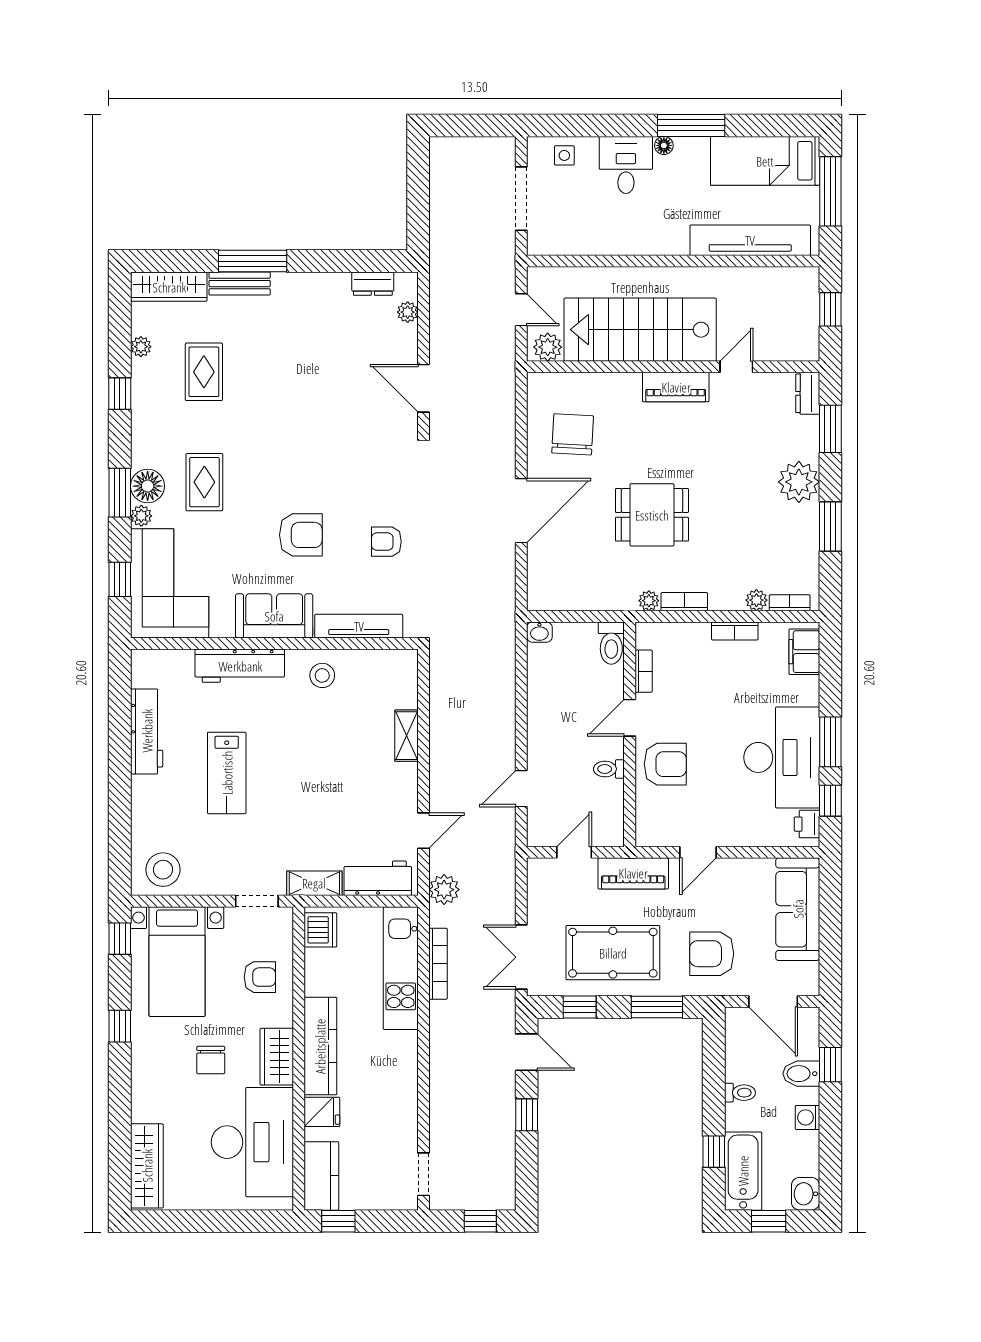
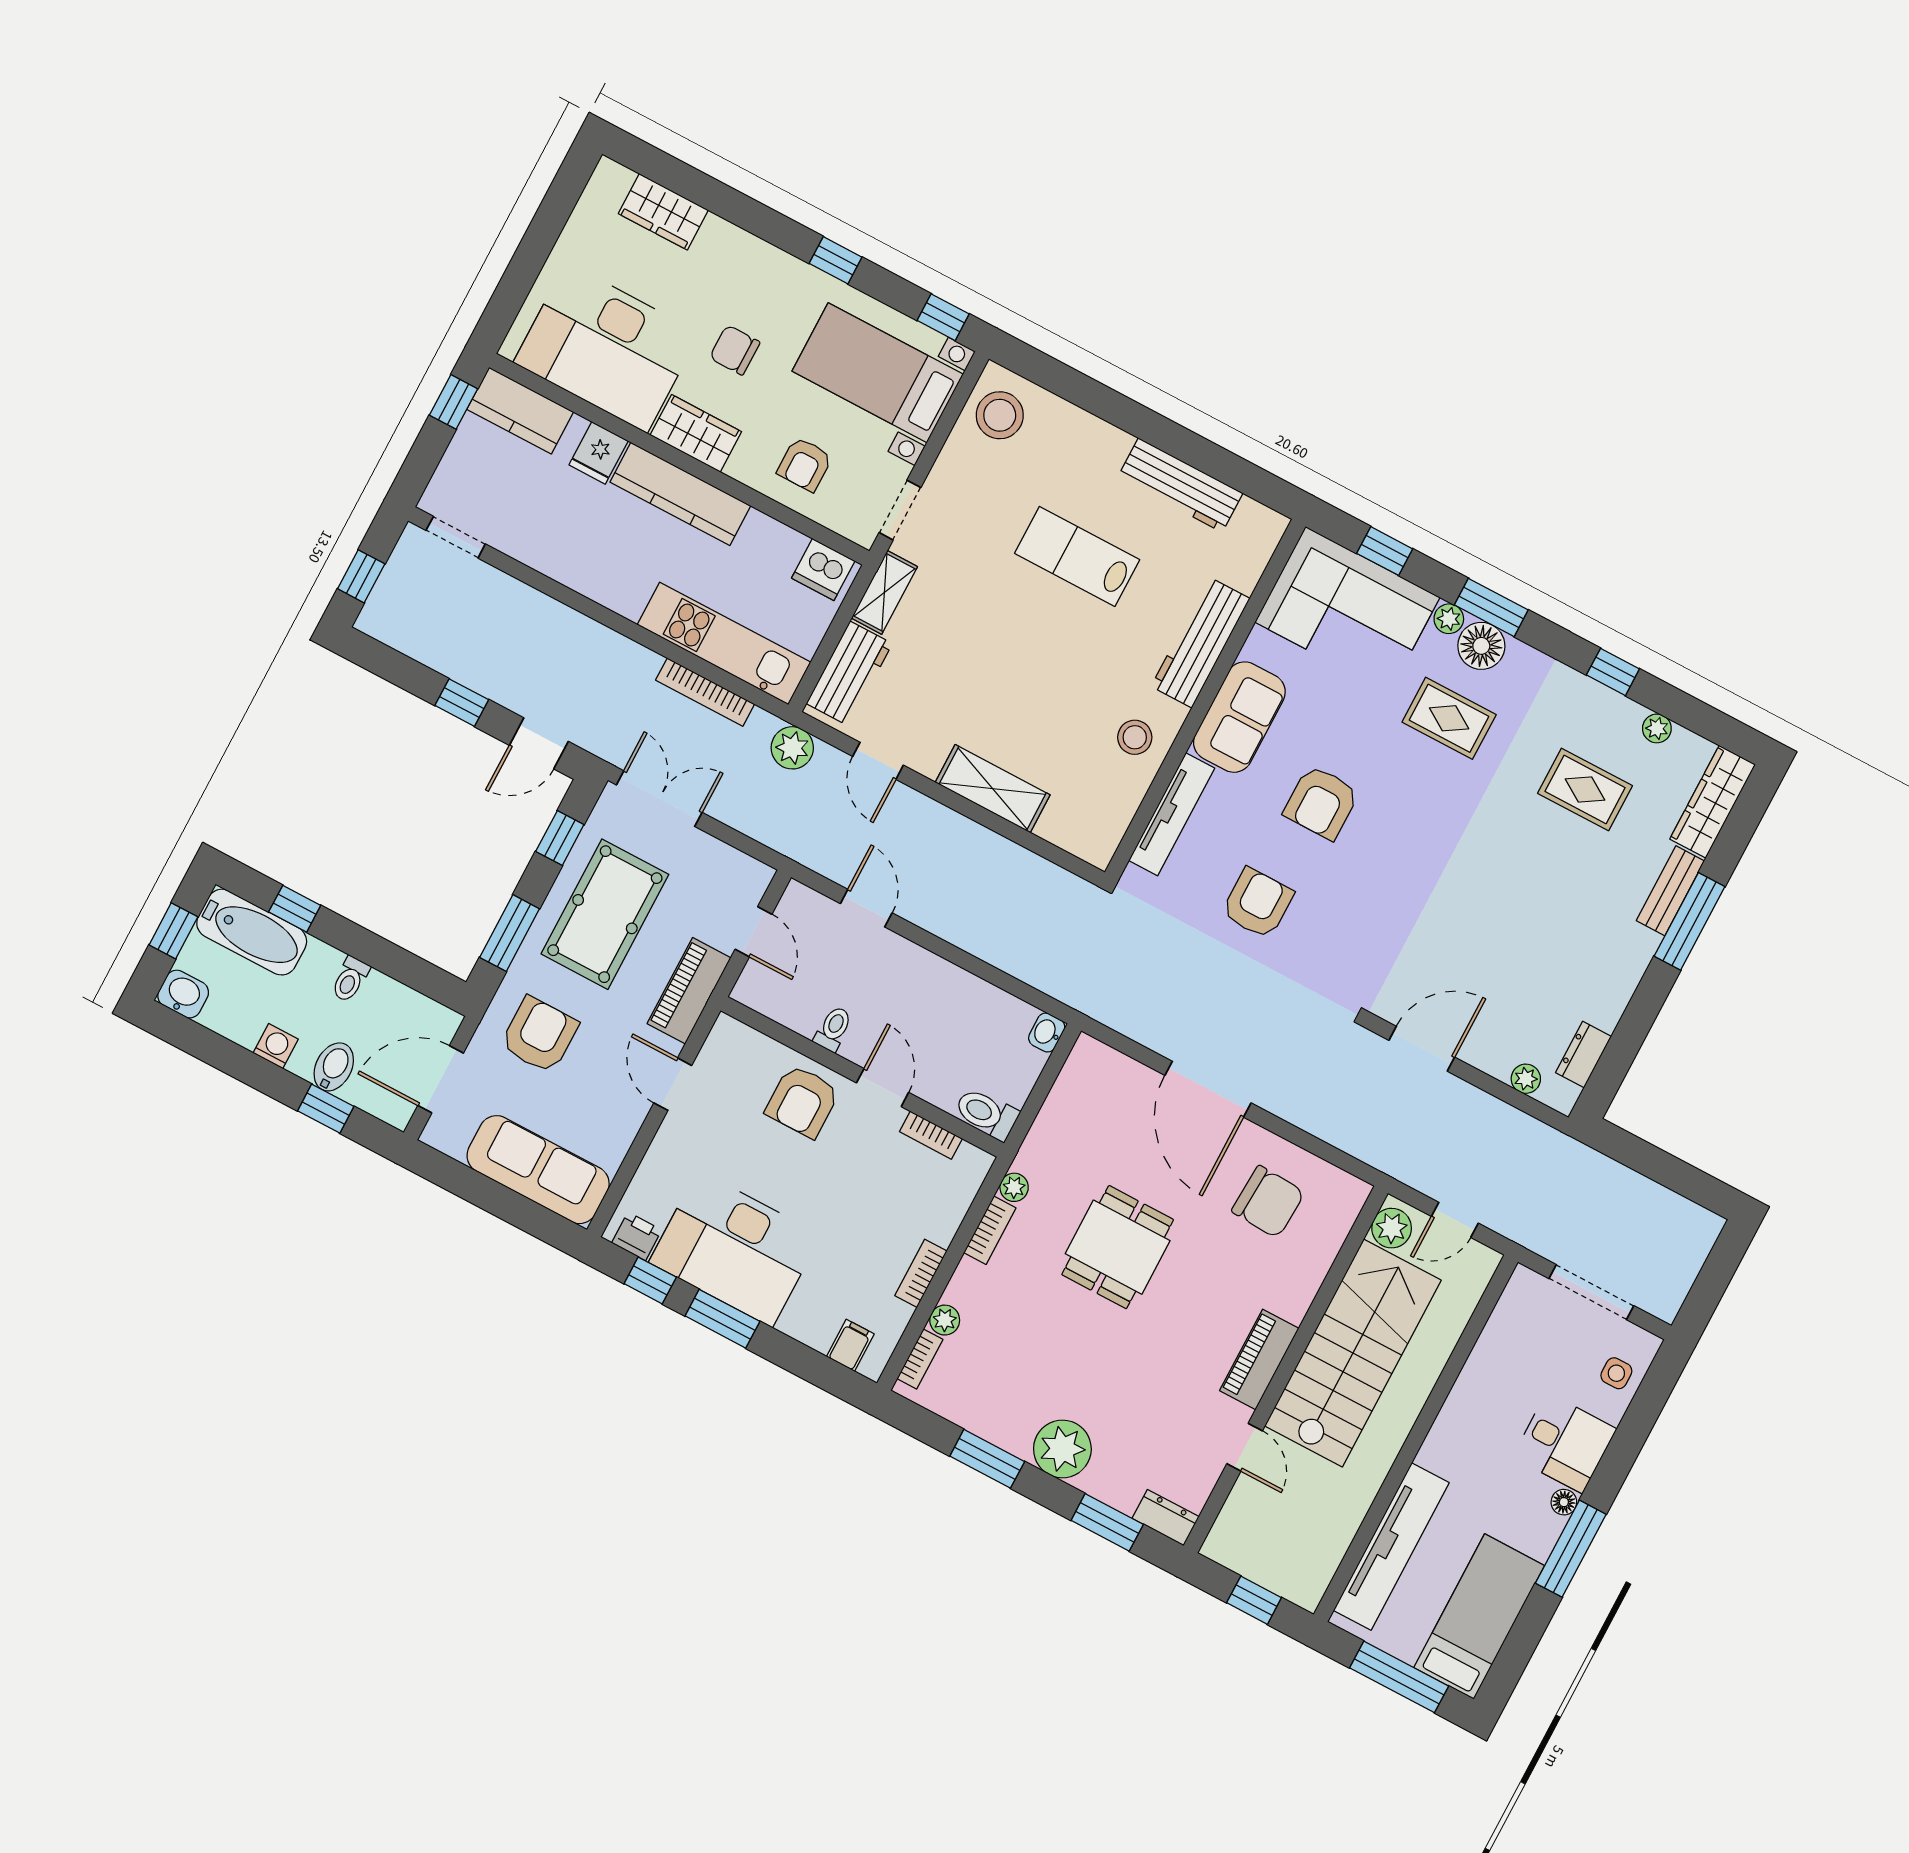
armchair: (386, 542) -> (1258, 903), width x1.38, depth x1.38
filing cabinet: (804, 652) -> (850, 1345), width x0.50
shelving: (407, 736) -> (993, 789), width x1.50, depth x1.33
wardrobe: (147, 1166) -> (663, 212), width x0.67

